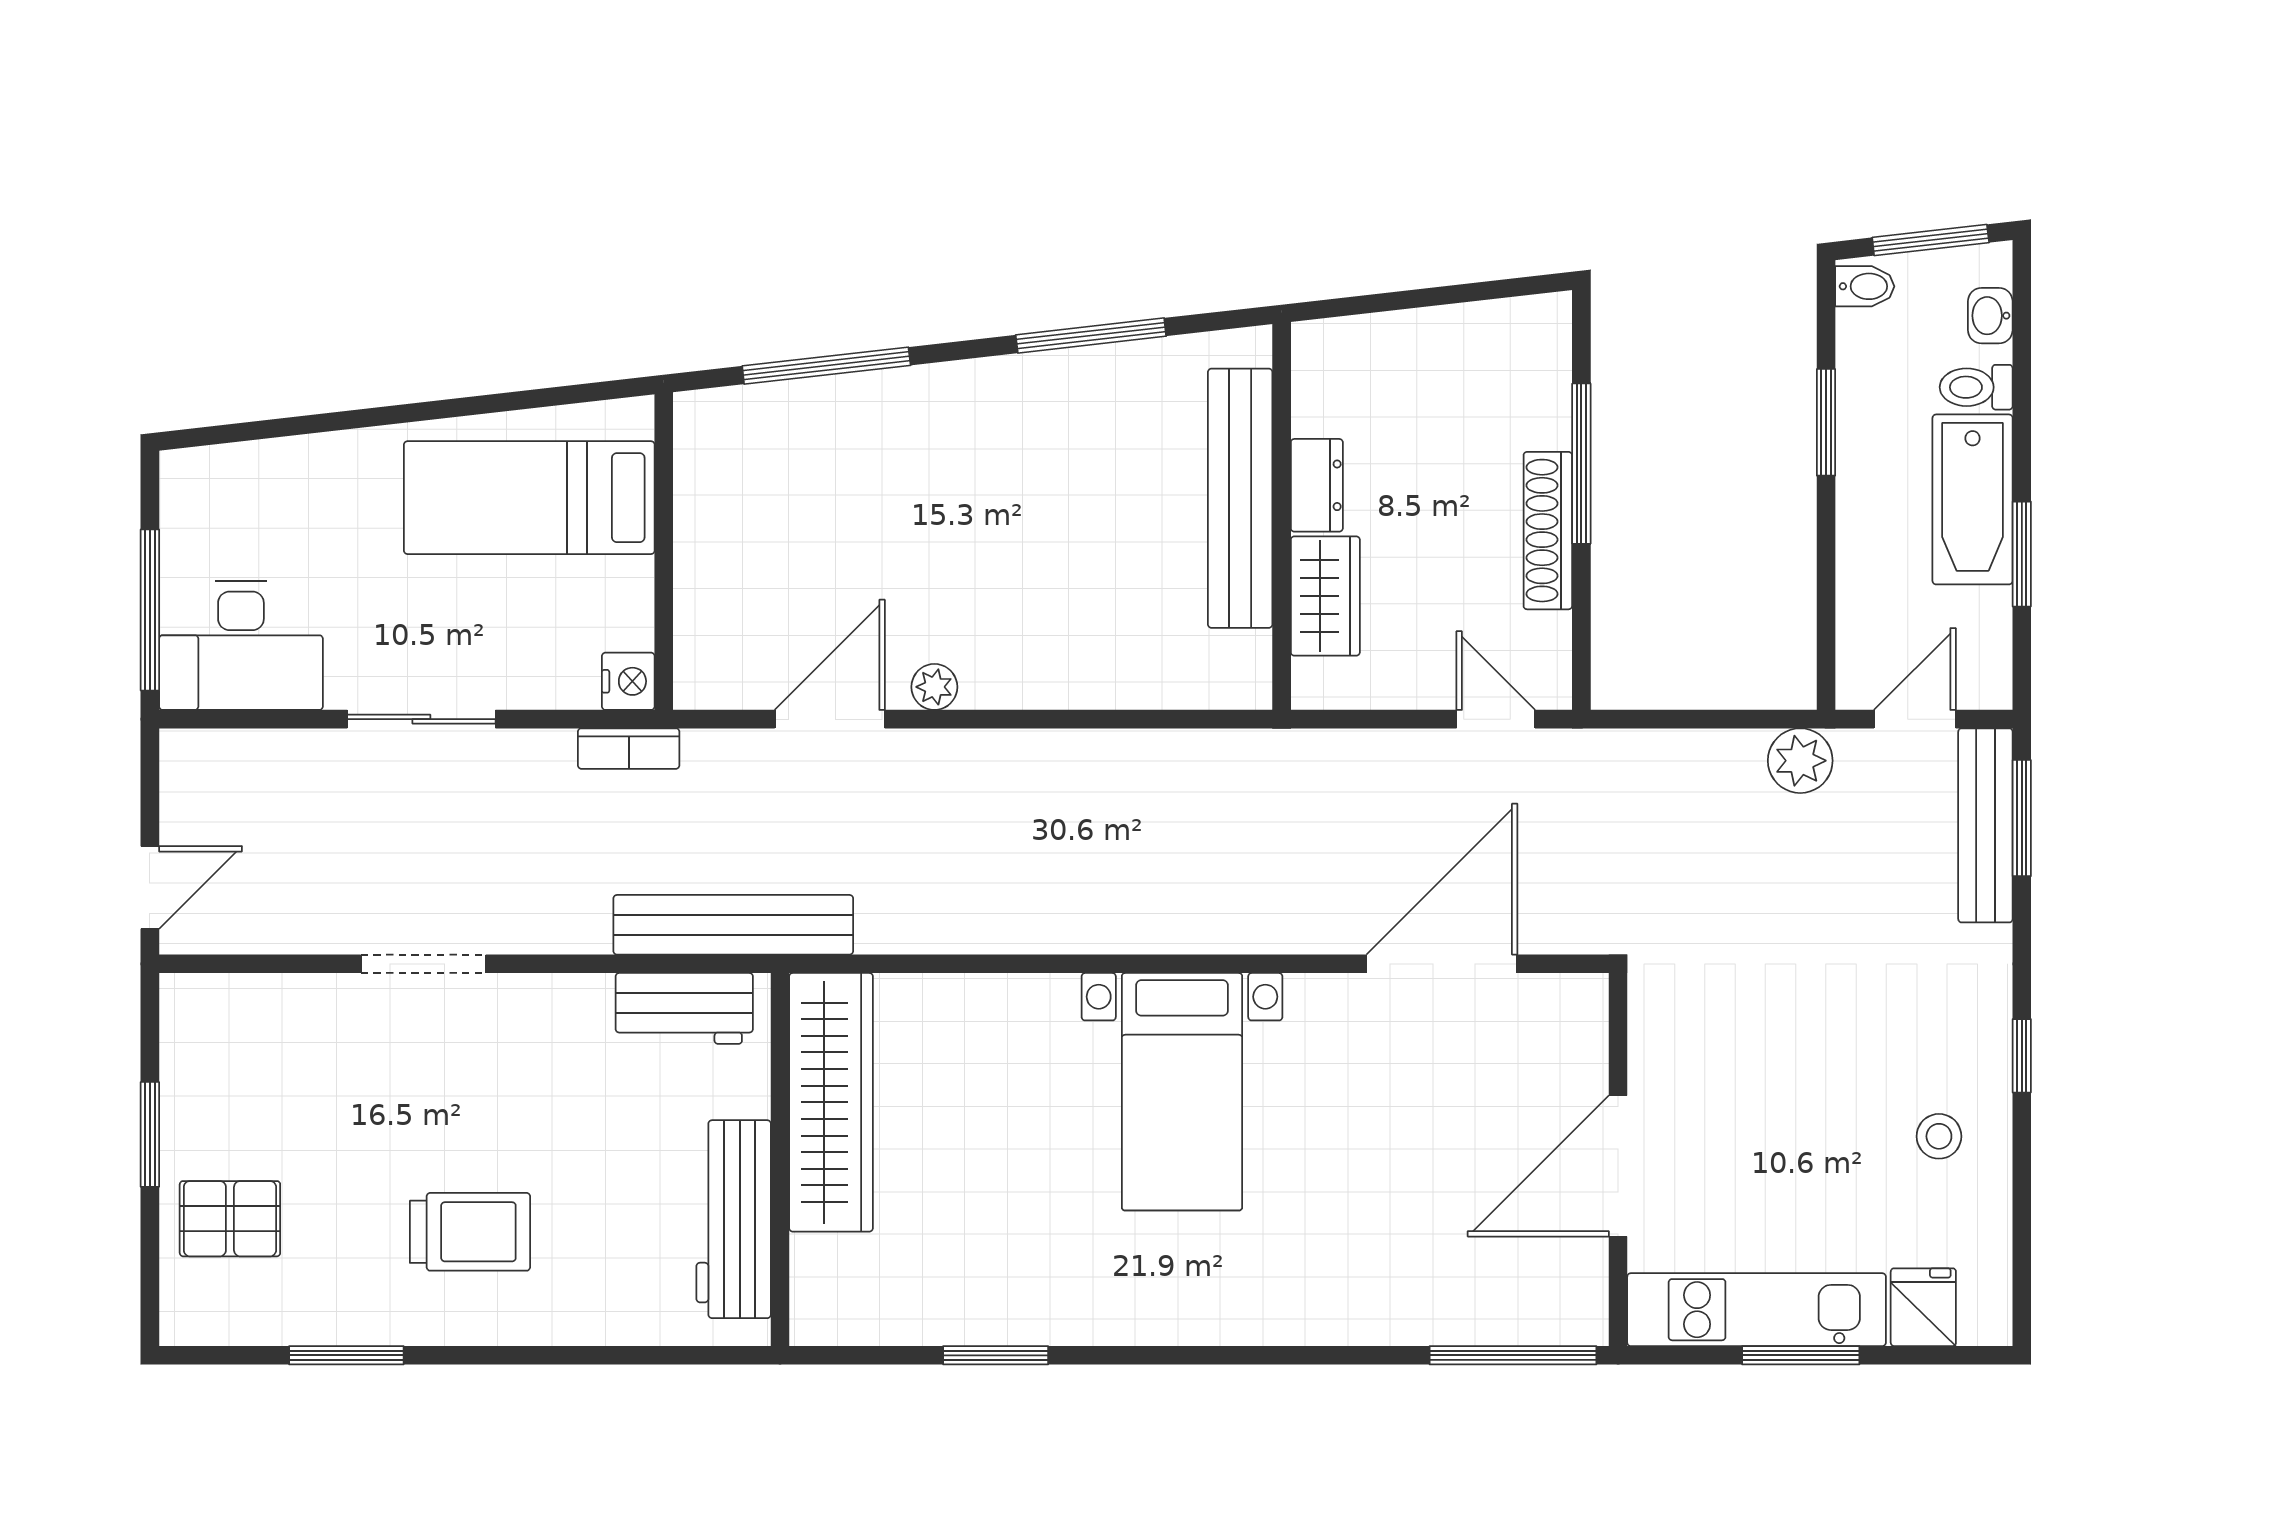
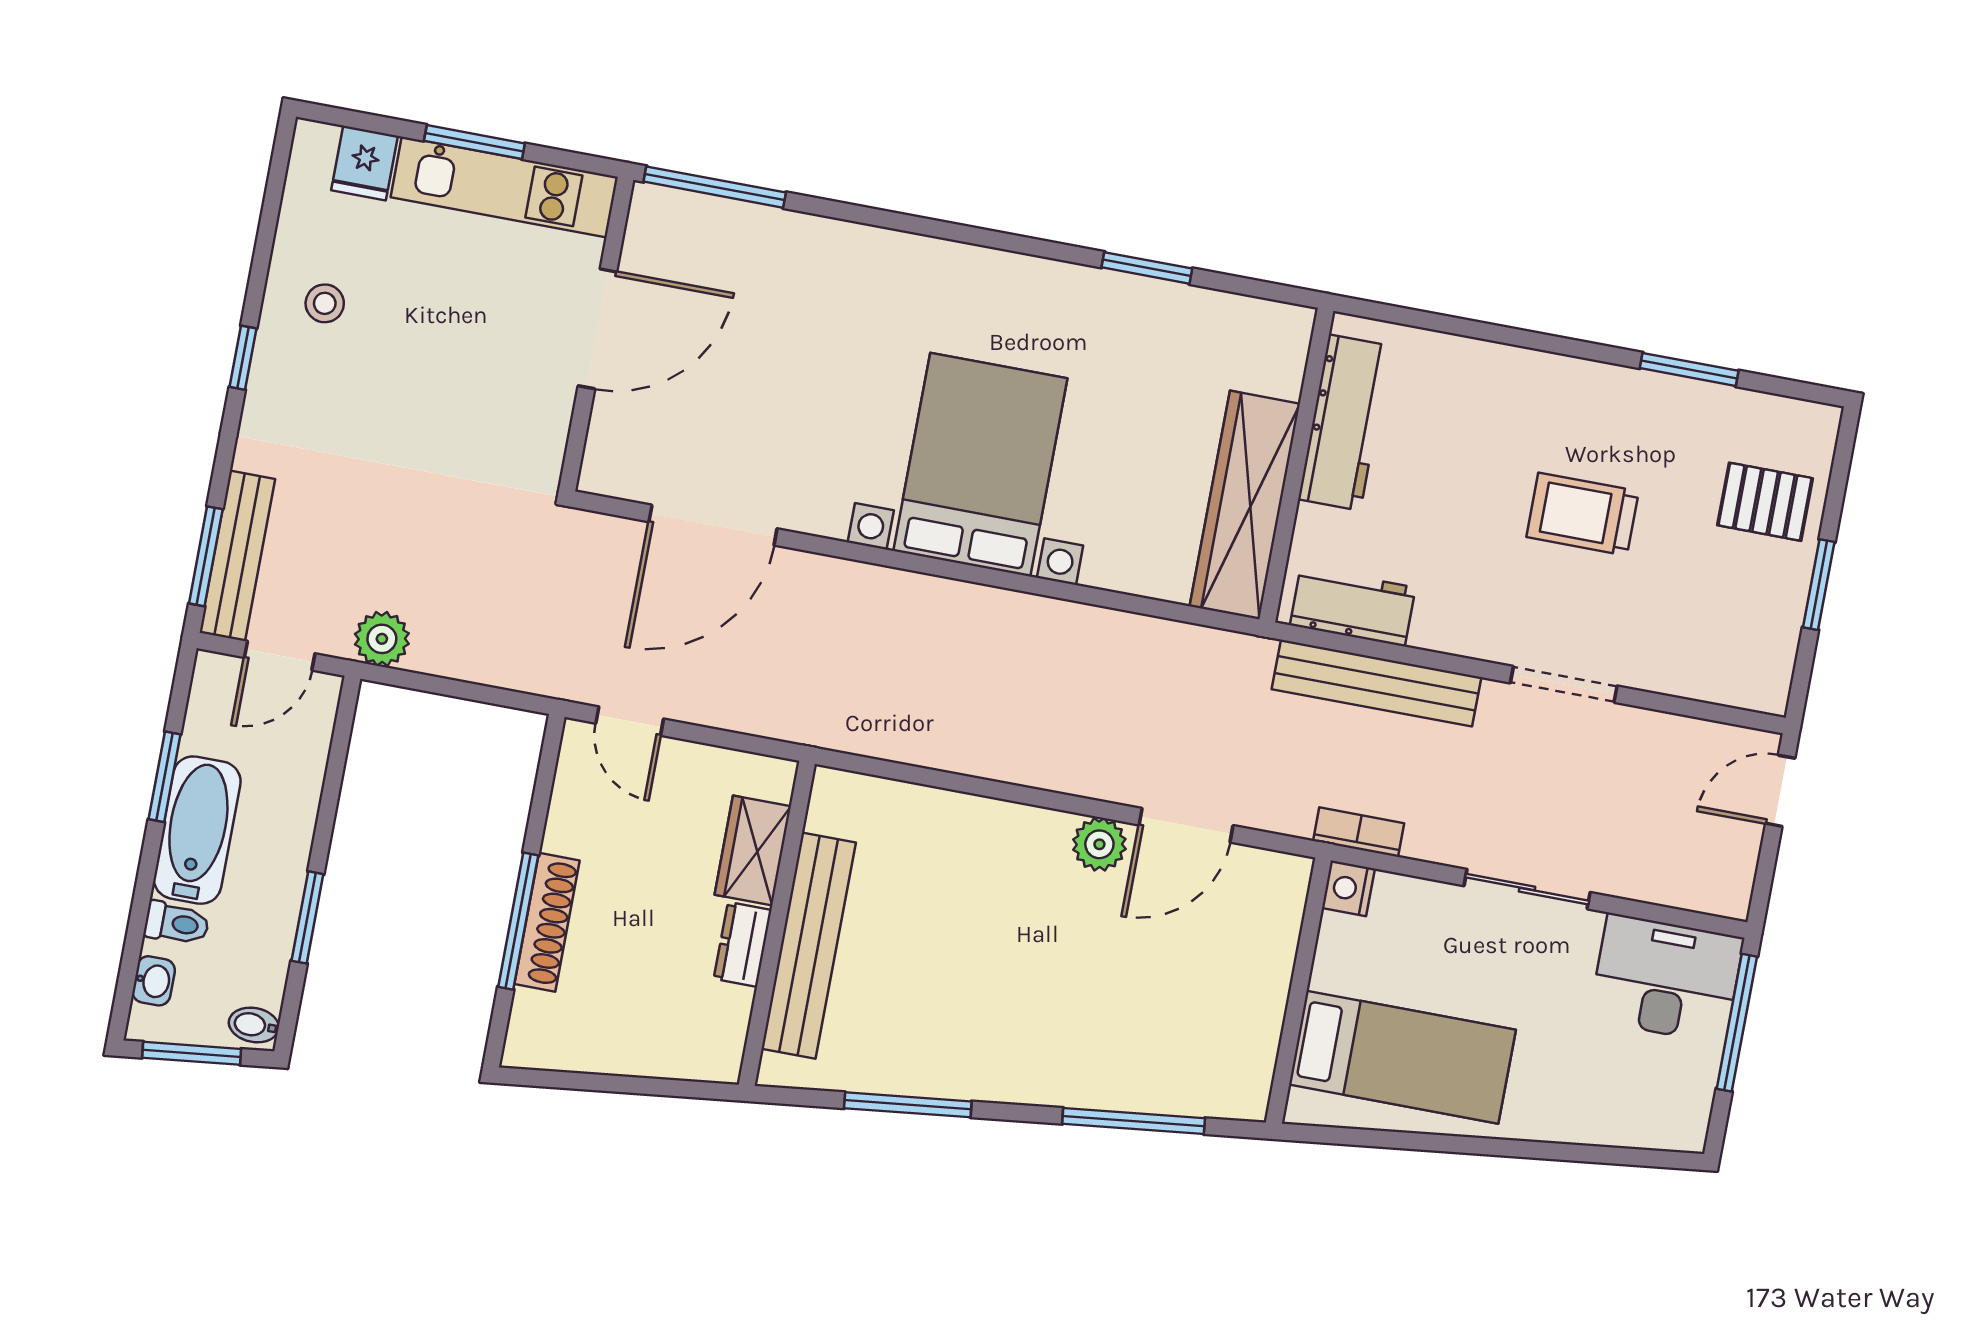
shoe rack: (1548, 531) -> (547, 922), moved
plant: (934, 687) -> (1099, 844), width x1.38, depth x1.38
bench: (733, 925) -> (1377, 683), moved
bed with nightstands: (1182, 1092) -> (980, 465), width x1.36
trolley: (470, 1232) -> (1583, 514), moved

